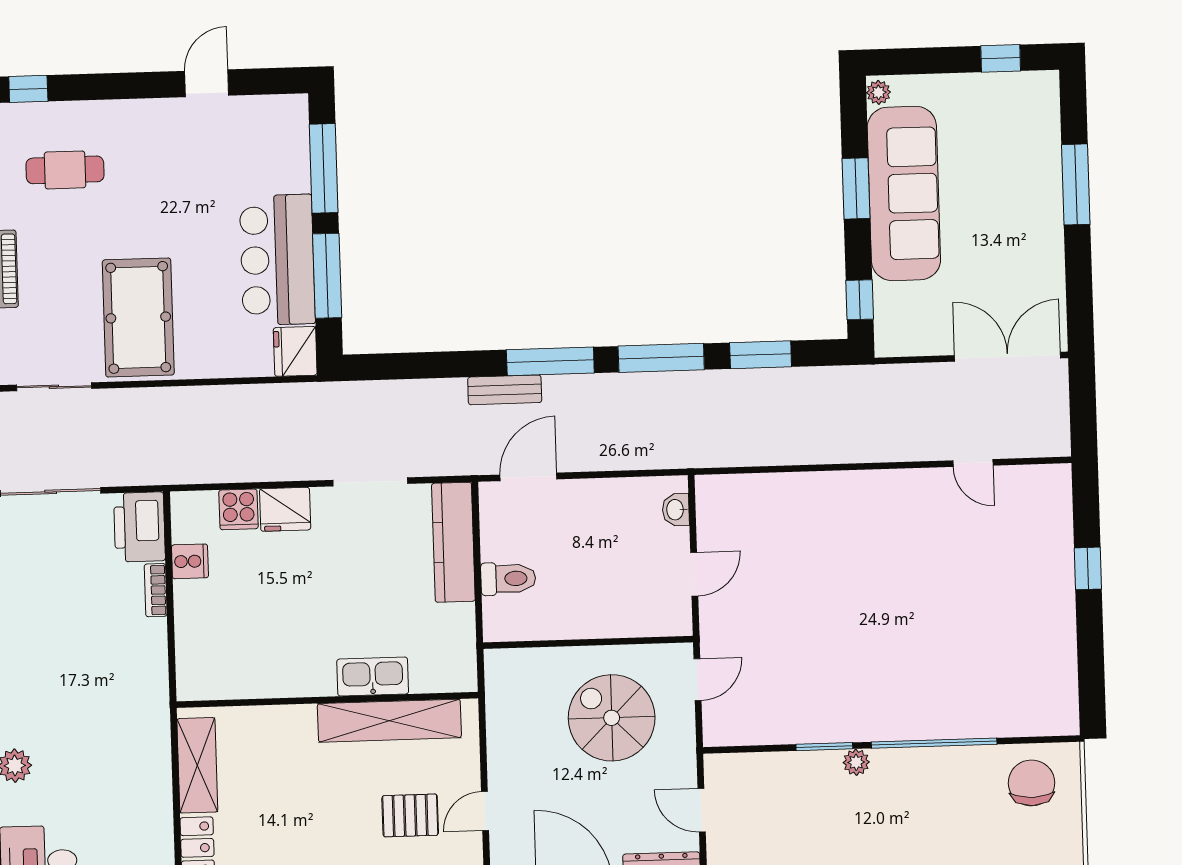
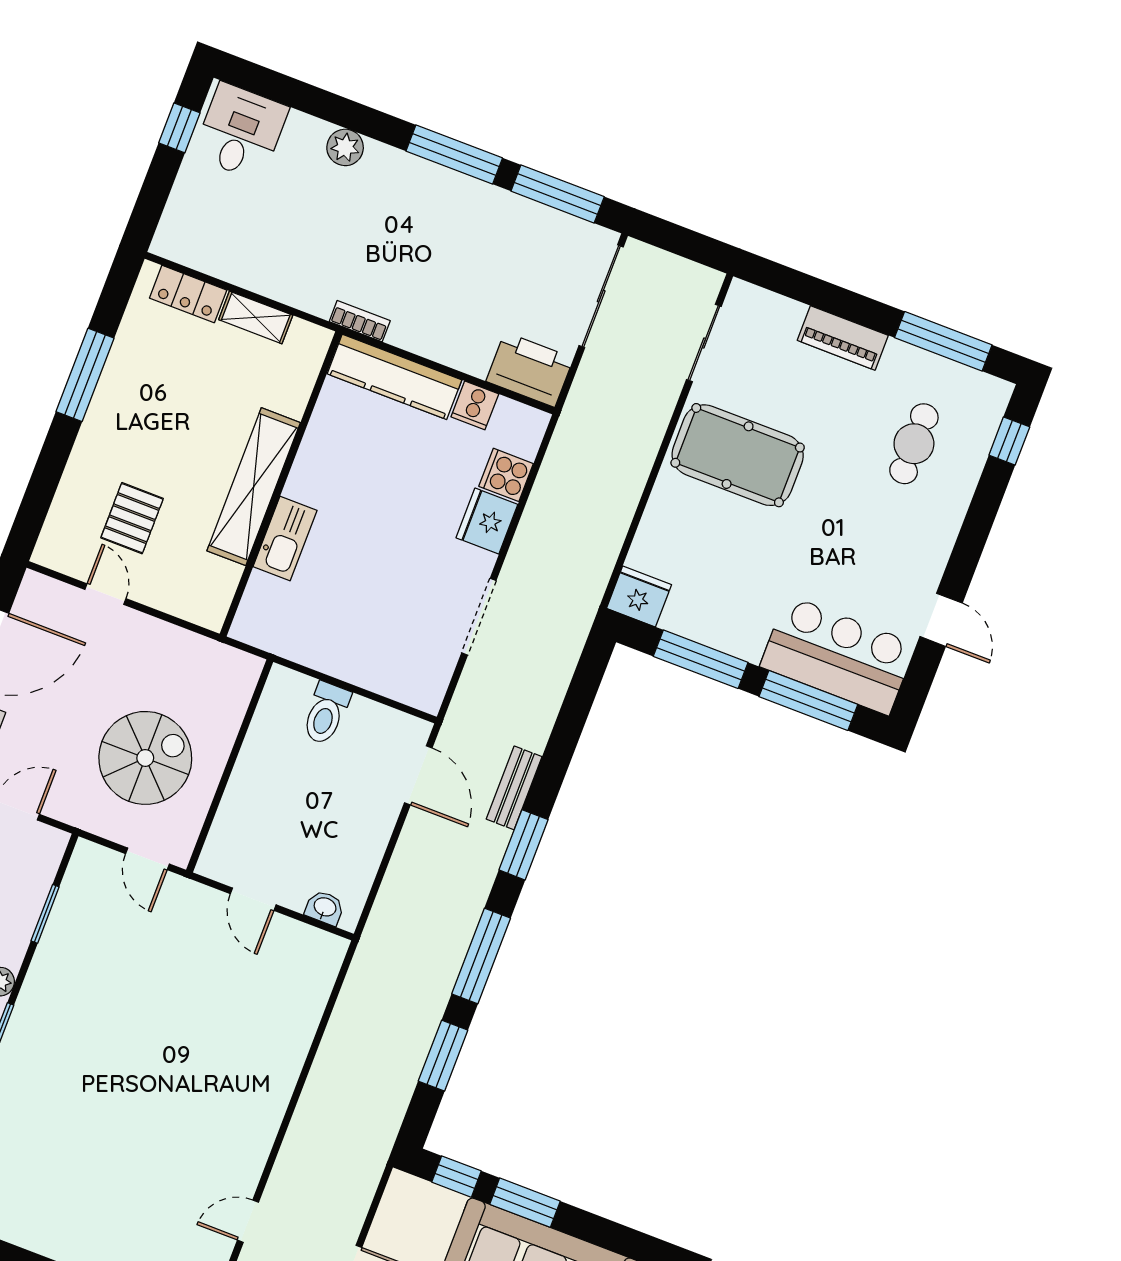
window: (856, 188) -> (525, 1203), moved
bar counter: (277, 260) -> (838, 655), moved
window: (550, 361) -> (524, 845), width x0.69
kitchen counter: (453, 542) -> (394, 377), moved, turned 180
bookcase: (156, 590) -> (360, 321), moved
shelving: (389, 721) -> (254, 487), moved
window: (824, 747) -> (45, 914), moved
shelving: (197, 765) -> (256, 317), width x0.67, depth x0.75

